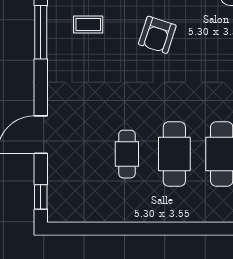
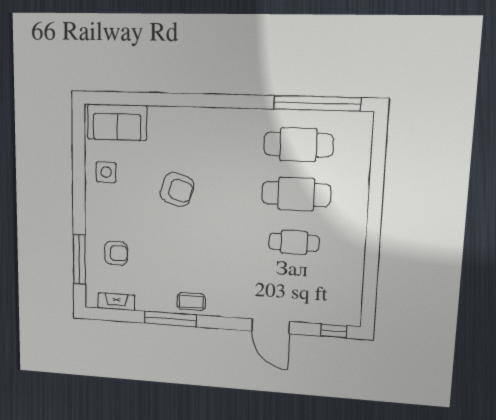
coffee table: (88, 24) -> (191, 302), moved, turned 90
armchair: (157, 35) -> (177, 189), moved

